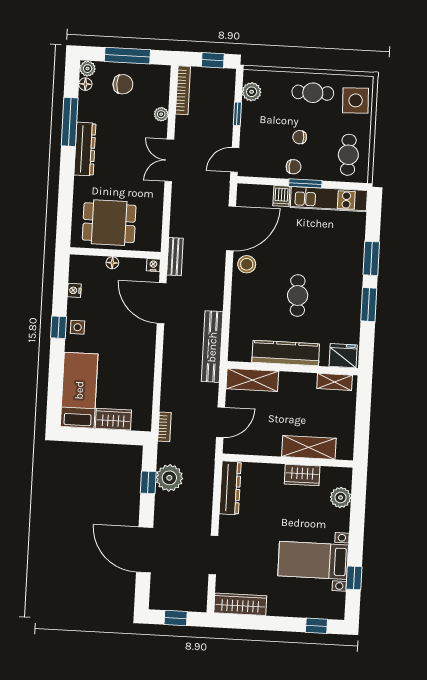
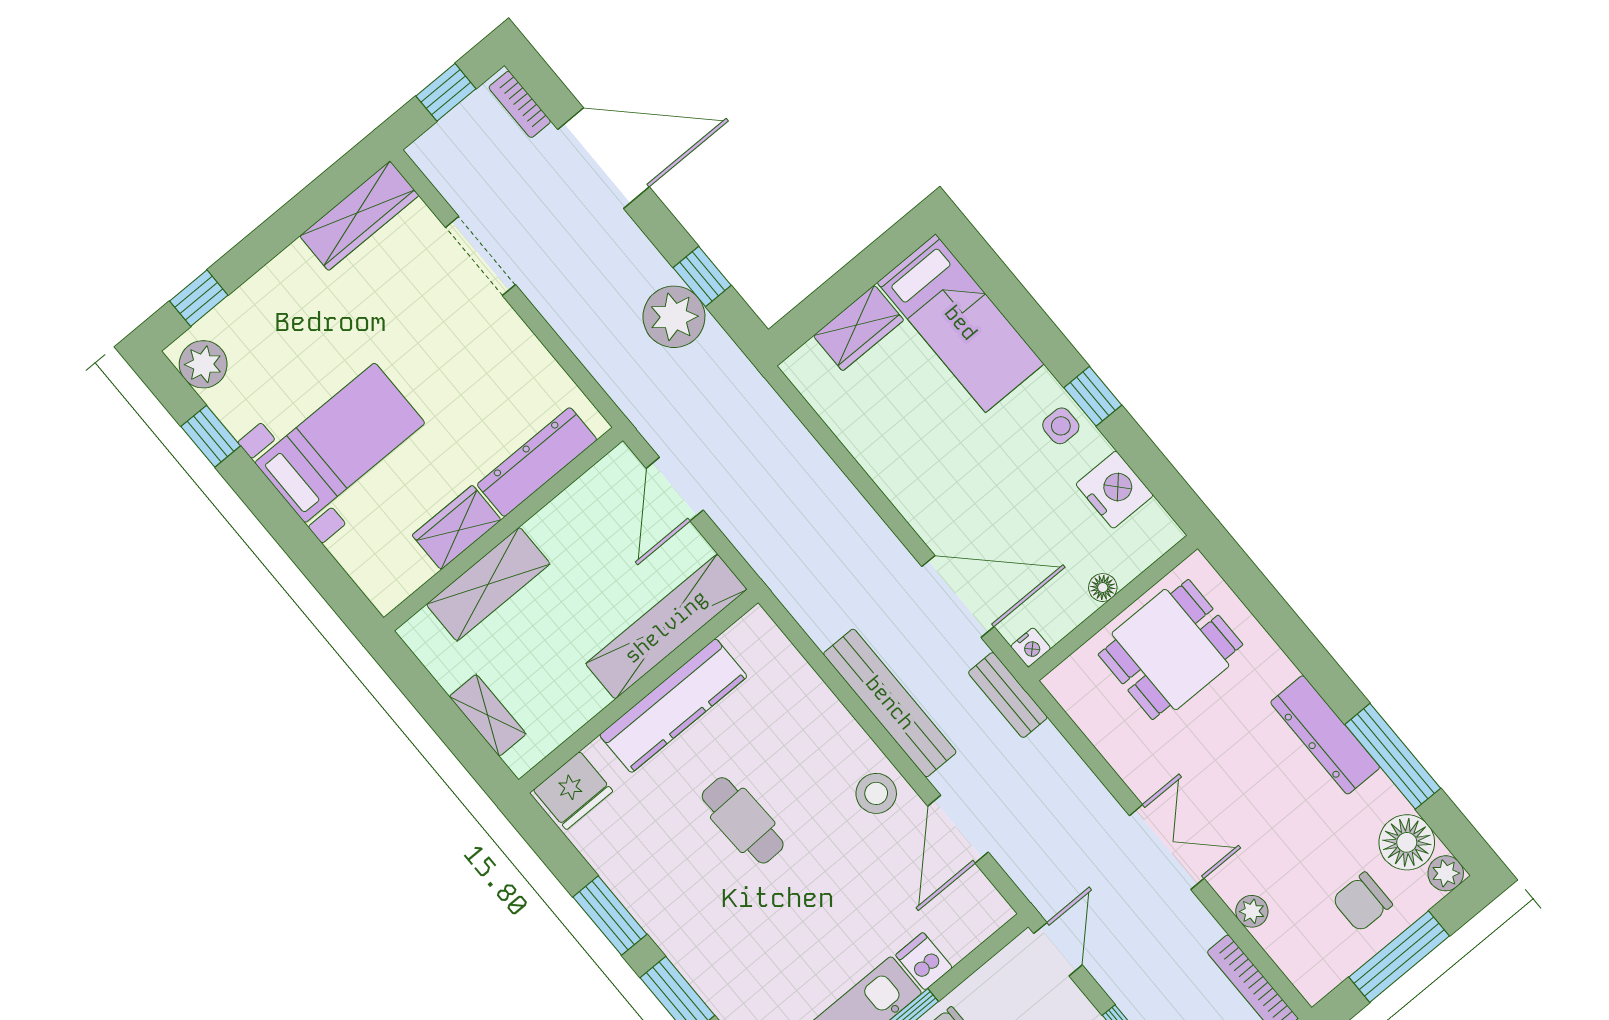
floor lamp: (85, 84) -> (1407, 842), width x1.89, depth x1.89
door: (231, 228) -> (958, 829), width x0.73
nightstand: (74, 290) -> (1114, 490), width x1.89, depth x1.79
bench: (212, 347) -> (890, 703), moved
shelving: (252, 380) -> (666, 627), width x1.47
shelving: (335, 382) -> (488, 715), moved, turned 90
bookcase: (164, 427) -> (520, 104), moved
dresser: (230, 488) -> (537, 462), moved, turned 90
plant: (341, 497) -> (203, 364), moved
bed with nightstands: (313, 560) -> (340, 443), moved

